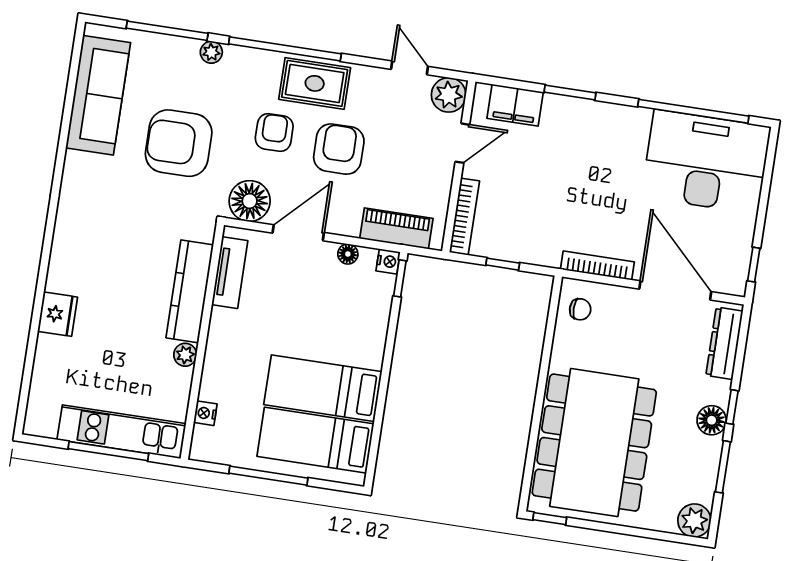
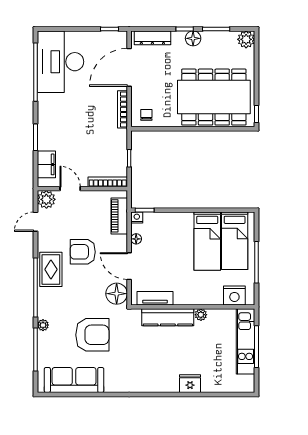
armchair: (274, 132) -> (79, 286), removed
armchair: (179, 143) -> (92, 335), turned -90
nightstand: (205, 413) -> (234, 295), width x1.89, depth x1.79

